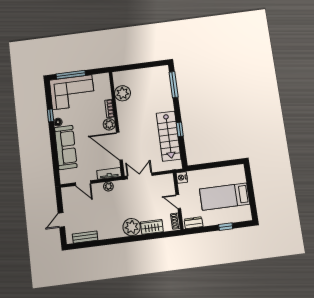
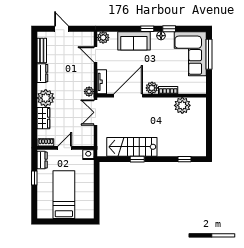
window: (174, 85) -> (184, 159), width x0.46
window: (53, 136) -> (147, 29), added
sofa: (66, 147) -> (134, 41), width x0.73
double door: (140, 176) -> (95, 112), swing flipped
plant: (66, 178) -> (103, 37), added
door: (83, 183) -> (95, 54), hinge flipped
plant: (108, 186) -> (89, 92), moved
window: (226, 227) -> (34, 178), moved
dresser: (107, 234) -> (42, 73), added

